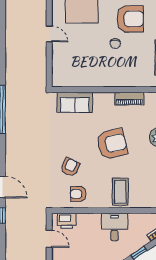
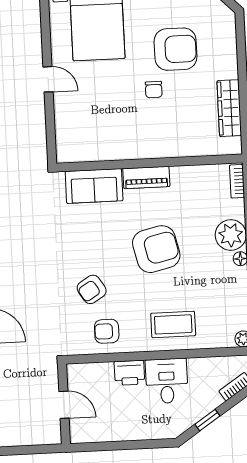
piano: (129, 99) -> (146, 177), moved
armchair: (70, 167) -> (92, 289), turned -147
coffee table: (120, 192) -> (173, 324), turned 90
printer: (67, 221) -> (129, 373), moved

